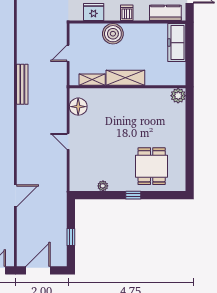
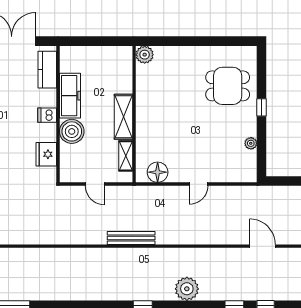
freezer: (177, 43) -> (70, 96), moved, turned -90

